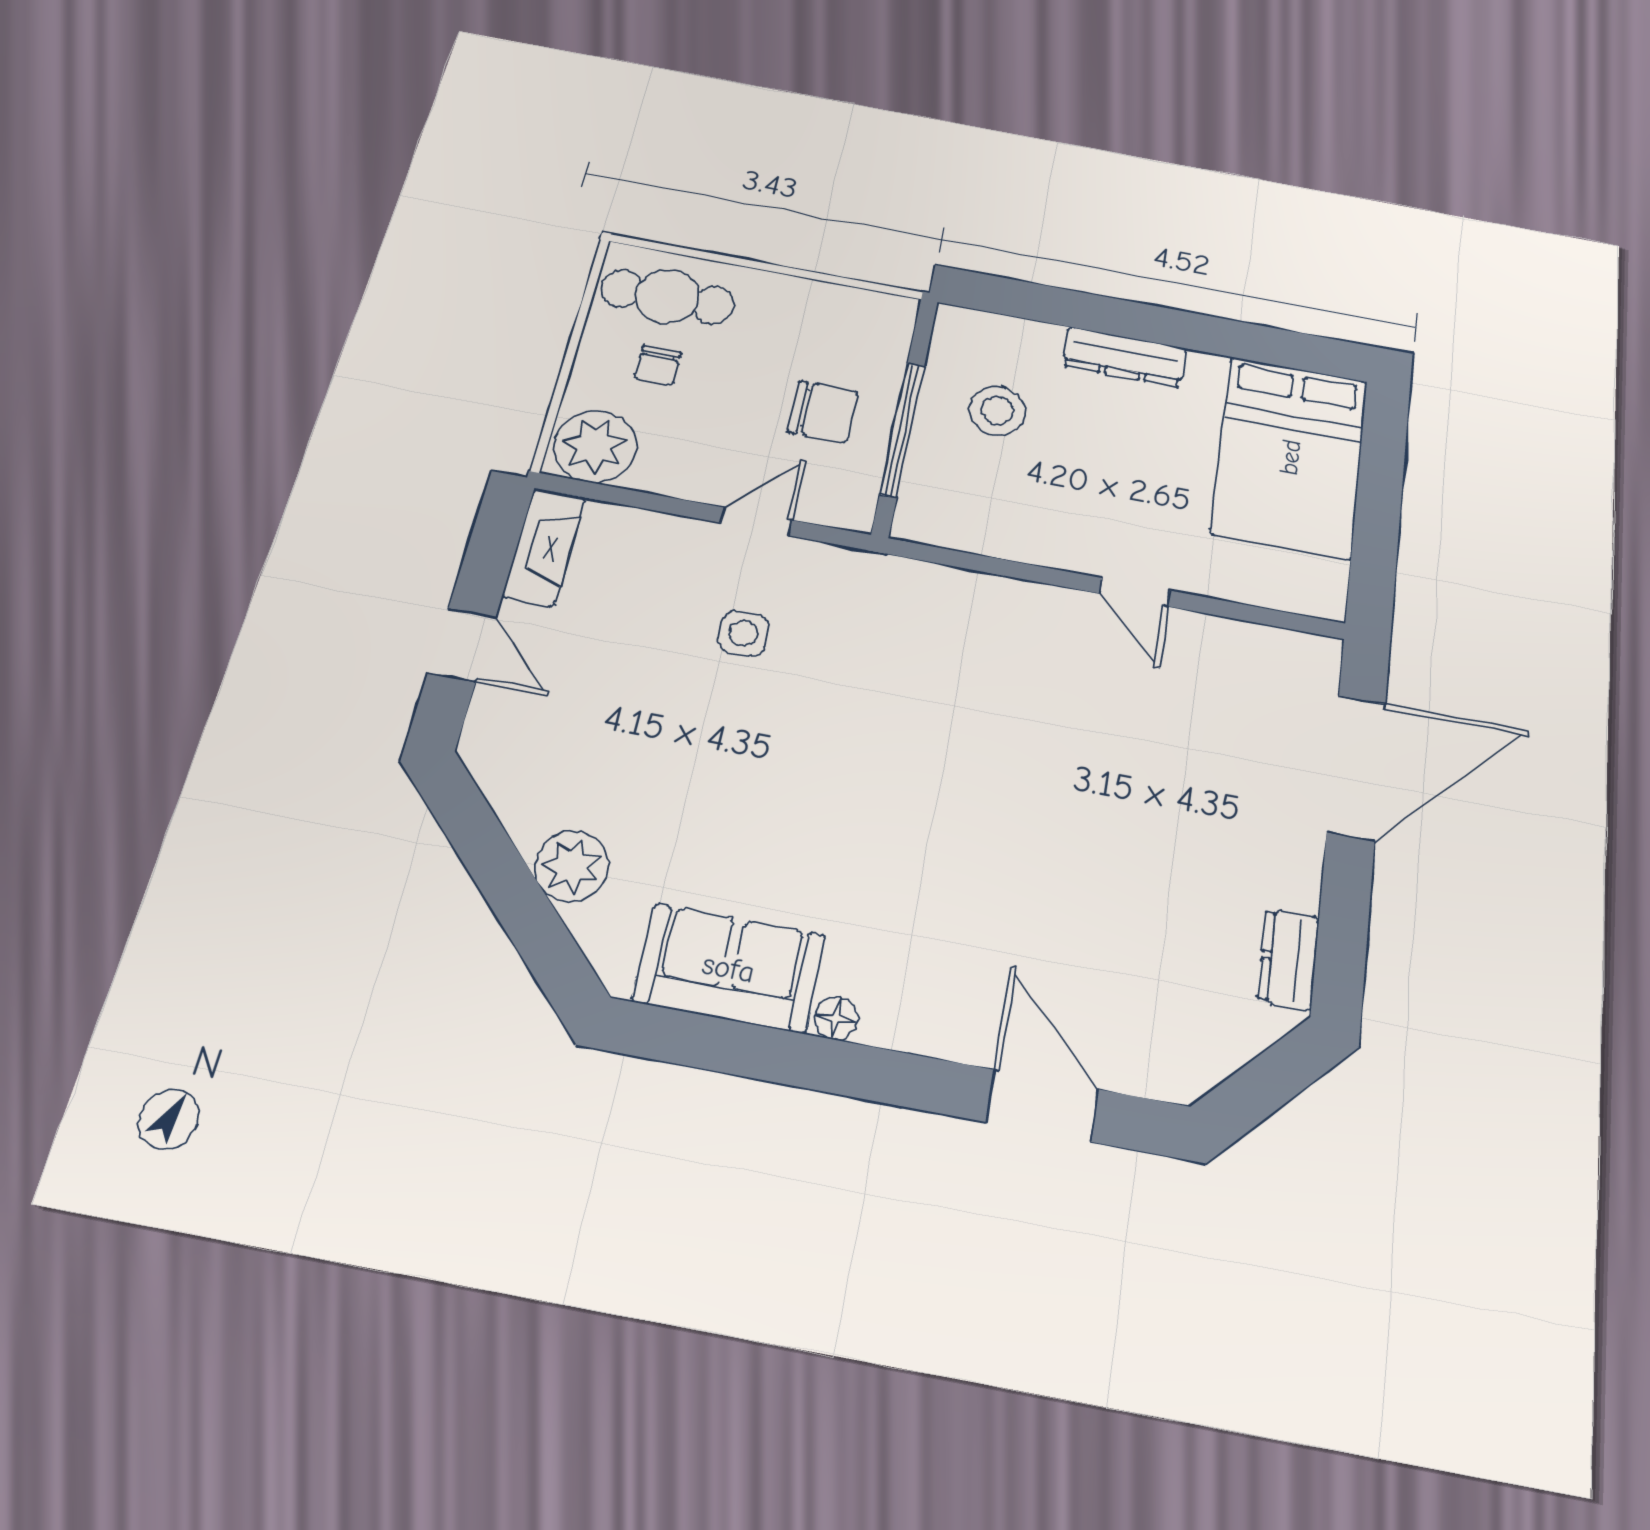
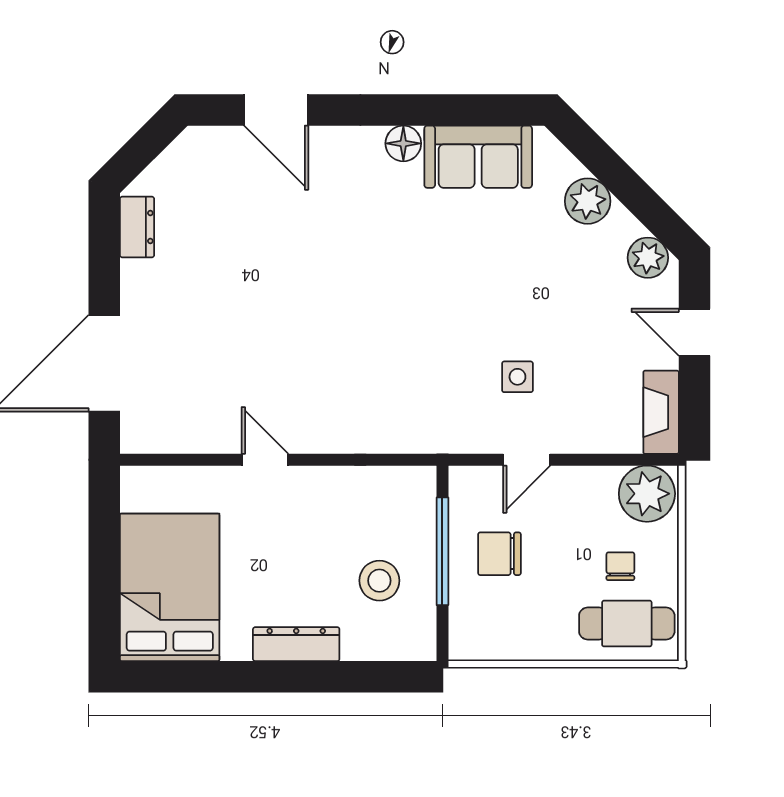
plant: (501, 764) -> (648, 258), added
floor lamp: (836, 1018) -> (403, 143), width x1.37, depth x1.37

